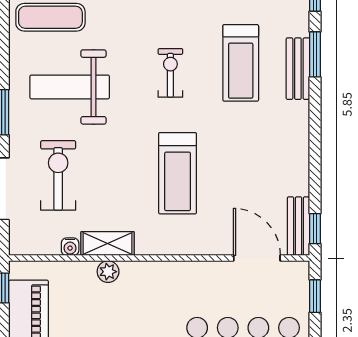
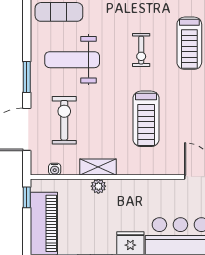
exercise bike: (170, 73) -> (141, 50), turned 180
water cooler: (70, 247) -> (55, 169), moved

